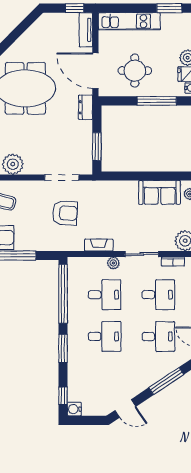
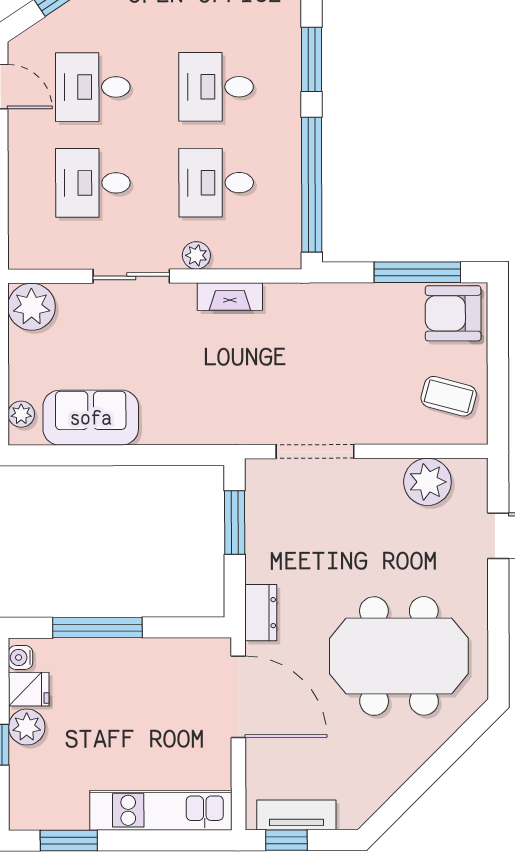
tv unit: (86, 30) -> (296, 815), moved, turned -90
round table: (135, 71) -> (148, 697), removed
armchair: (65, 213) -> (307, 370), removed
bookcase: (173, 262) -> (60, 259), removed

